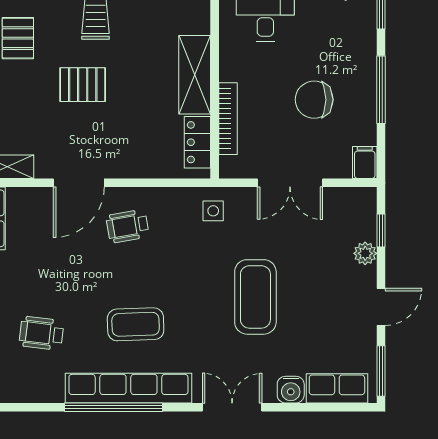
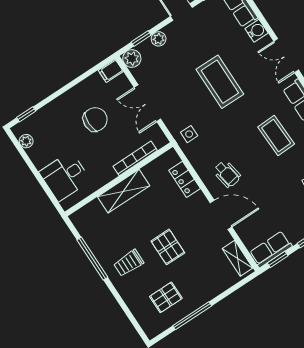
window: (381, 90) -> (67, 88), removed
chair: (314, 100) -> (95, 119), turned -90
locker: (197, 142) -> (185, 179), moved, turned 90
double door: (290, 183) -> (147, 103), swing flipped
plant: (363, 201) -> (132, 58), added
coffee table: (255, 297) -> (220, 82), turned 90

